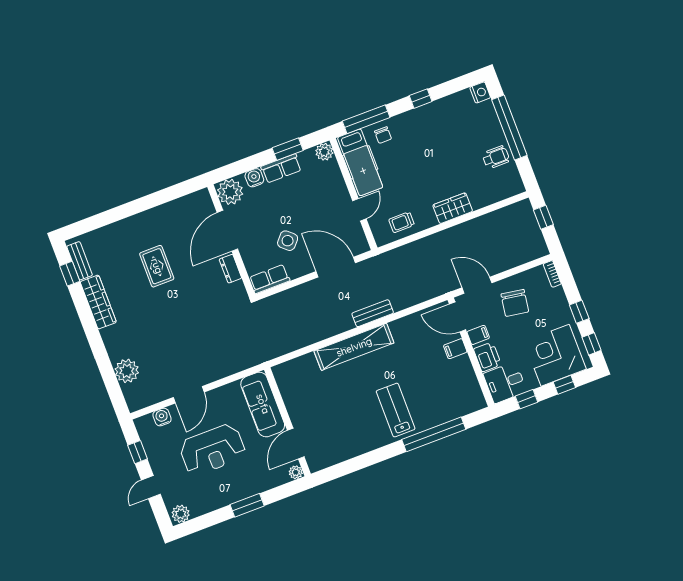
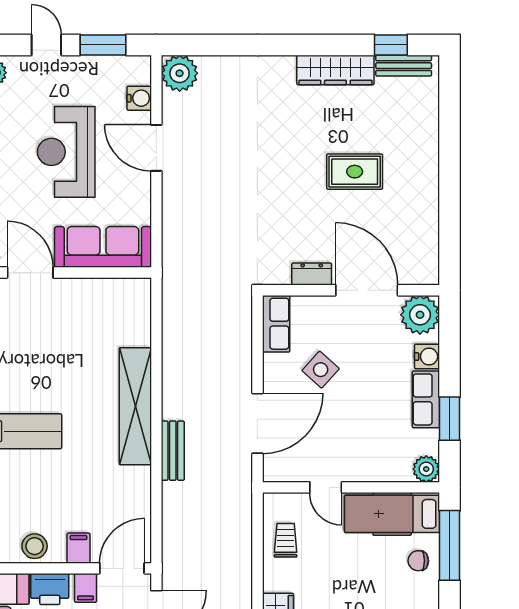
plant: (127, 371) -> (180, 73), moved
stool: (464, 376) -> (35, 546), added
window: (138, 452) -> (103, 45), width x1.50

